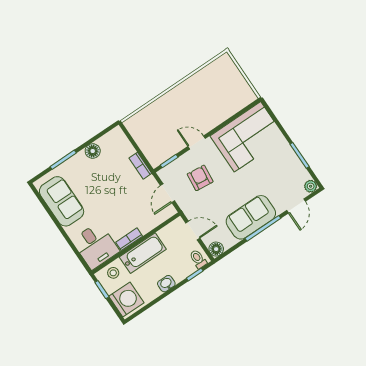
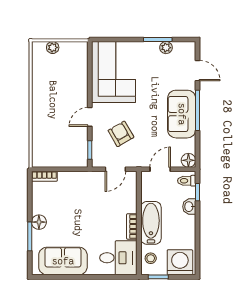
plant: (234, 72) -> (53, 47), added
floor lamp: (93, 151) -> (39, 222), moved
bookcase: (140, 166) -> (44, 176), moved
armchair: (200, 178) -> (121, 134), turned 54
plant: (311, 186) -> (166, 48), moved
door: (167, 193) -> (115, 169), hinge flipped
washbasin: (166, 284) -> (189, 207), moved

